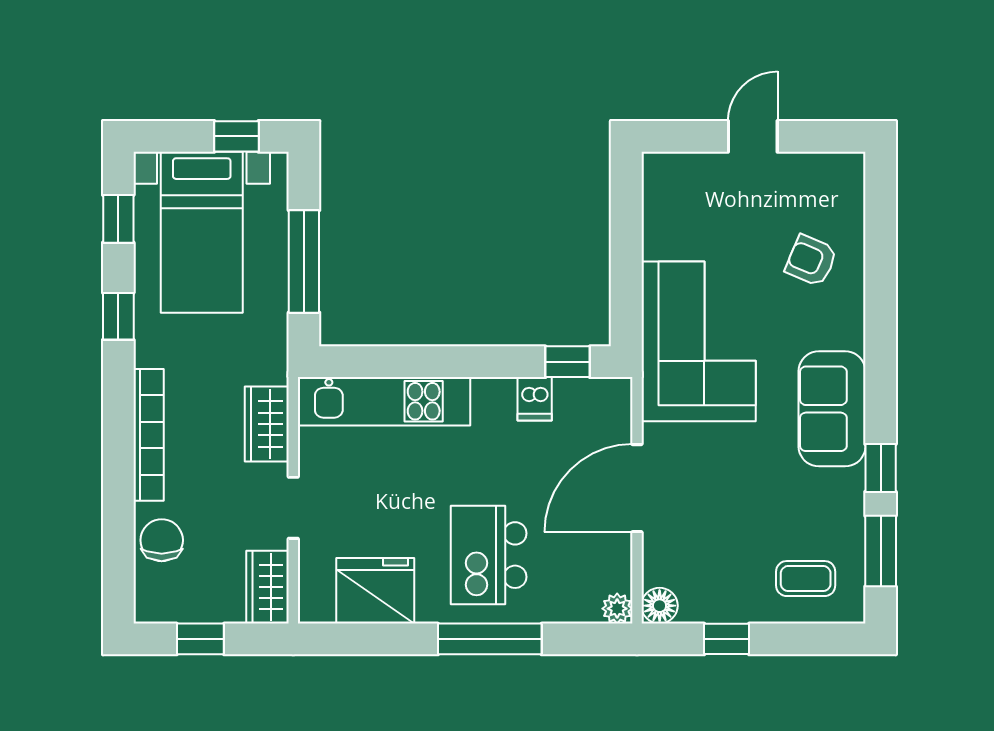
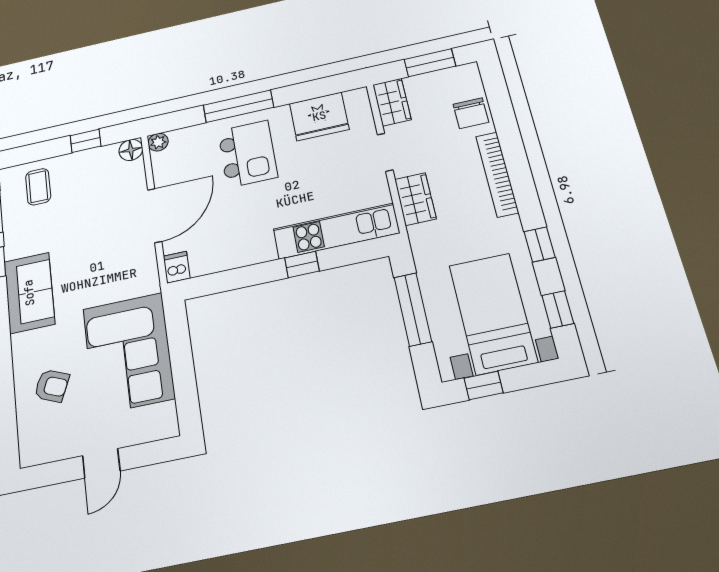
corner sofa: (699, 341) -> (128, 353), moved
window: (568, 362) -> (302, 264), moved
dishwasher: (535, 399) -> (177, 267), moved
coffee table: (806, 579) -> (38, 187), turned 90
window: (200, 639) -> (430, 63), width x1.50

